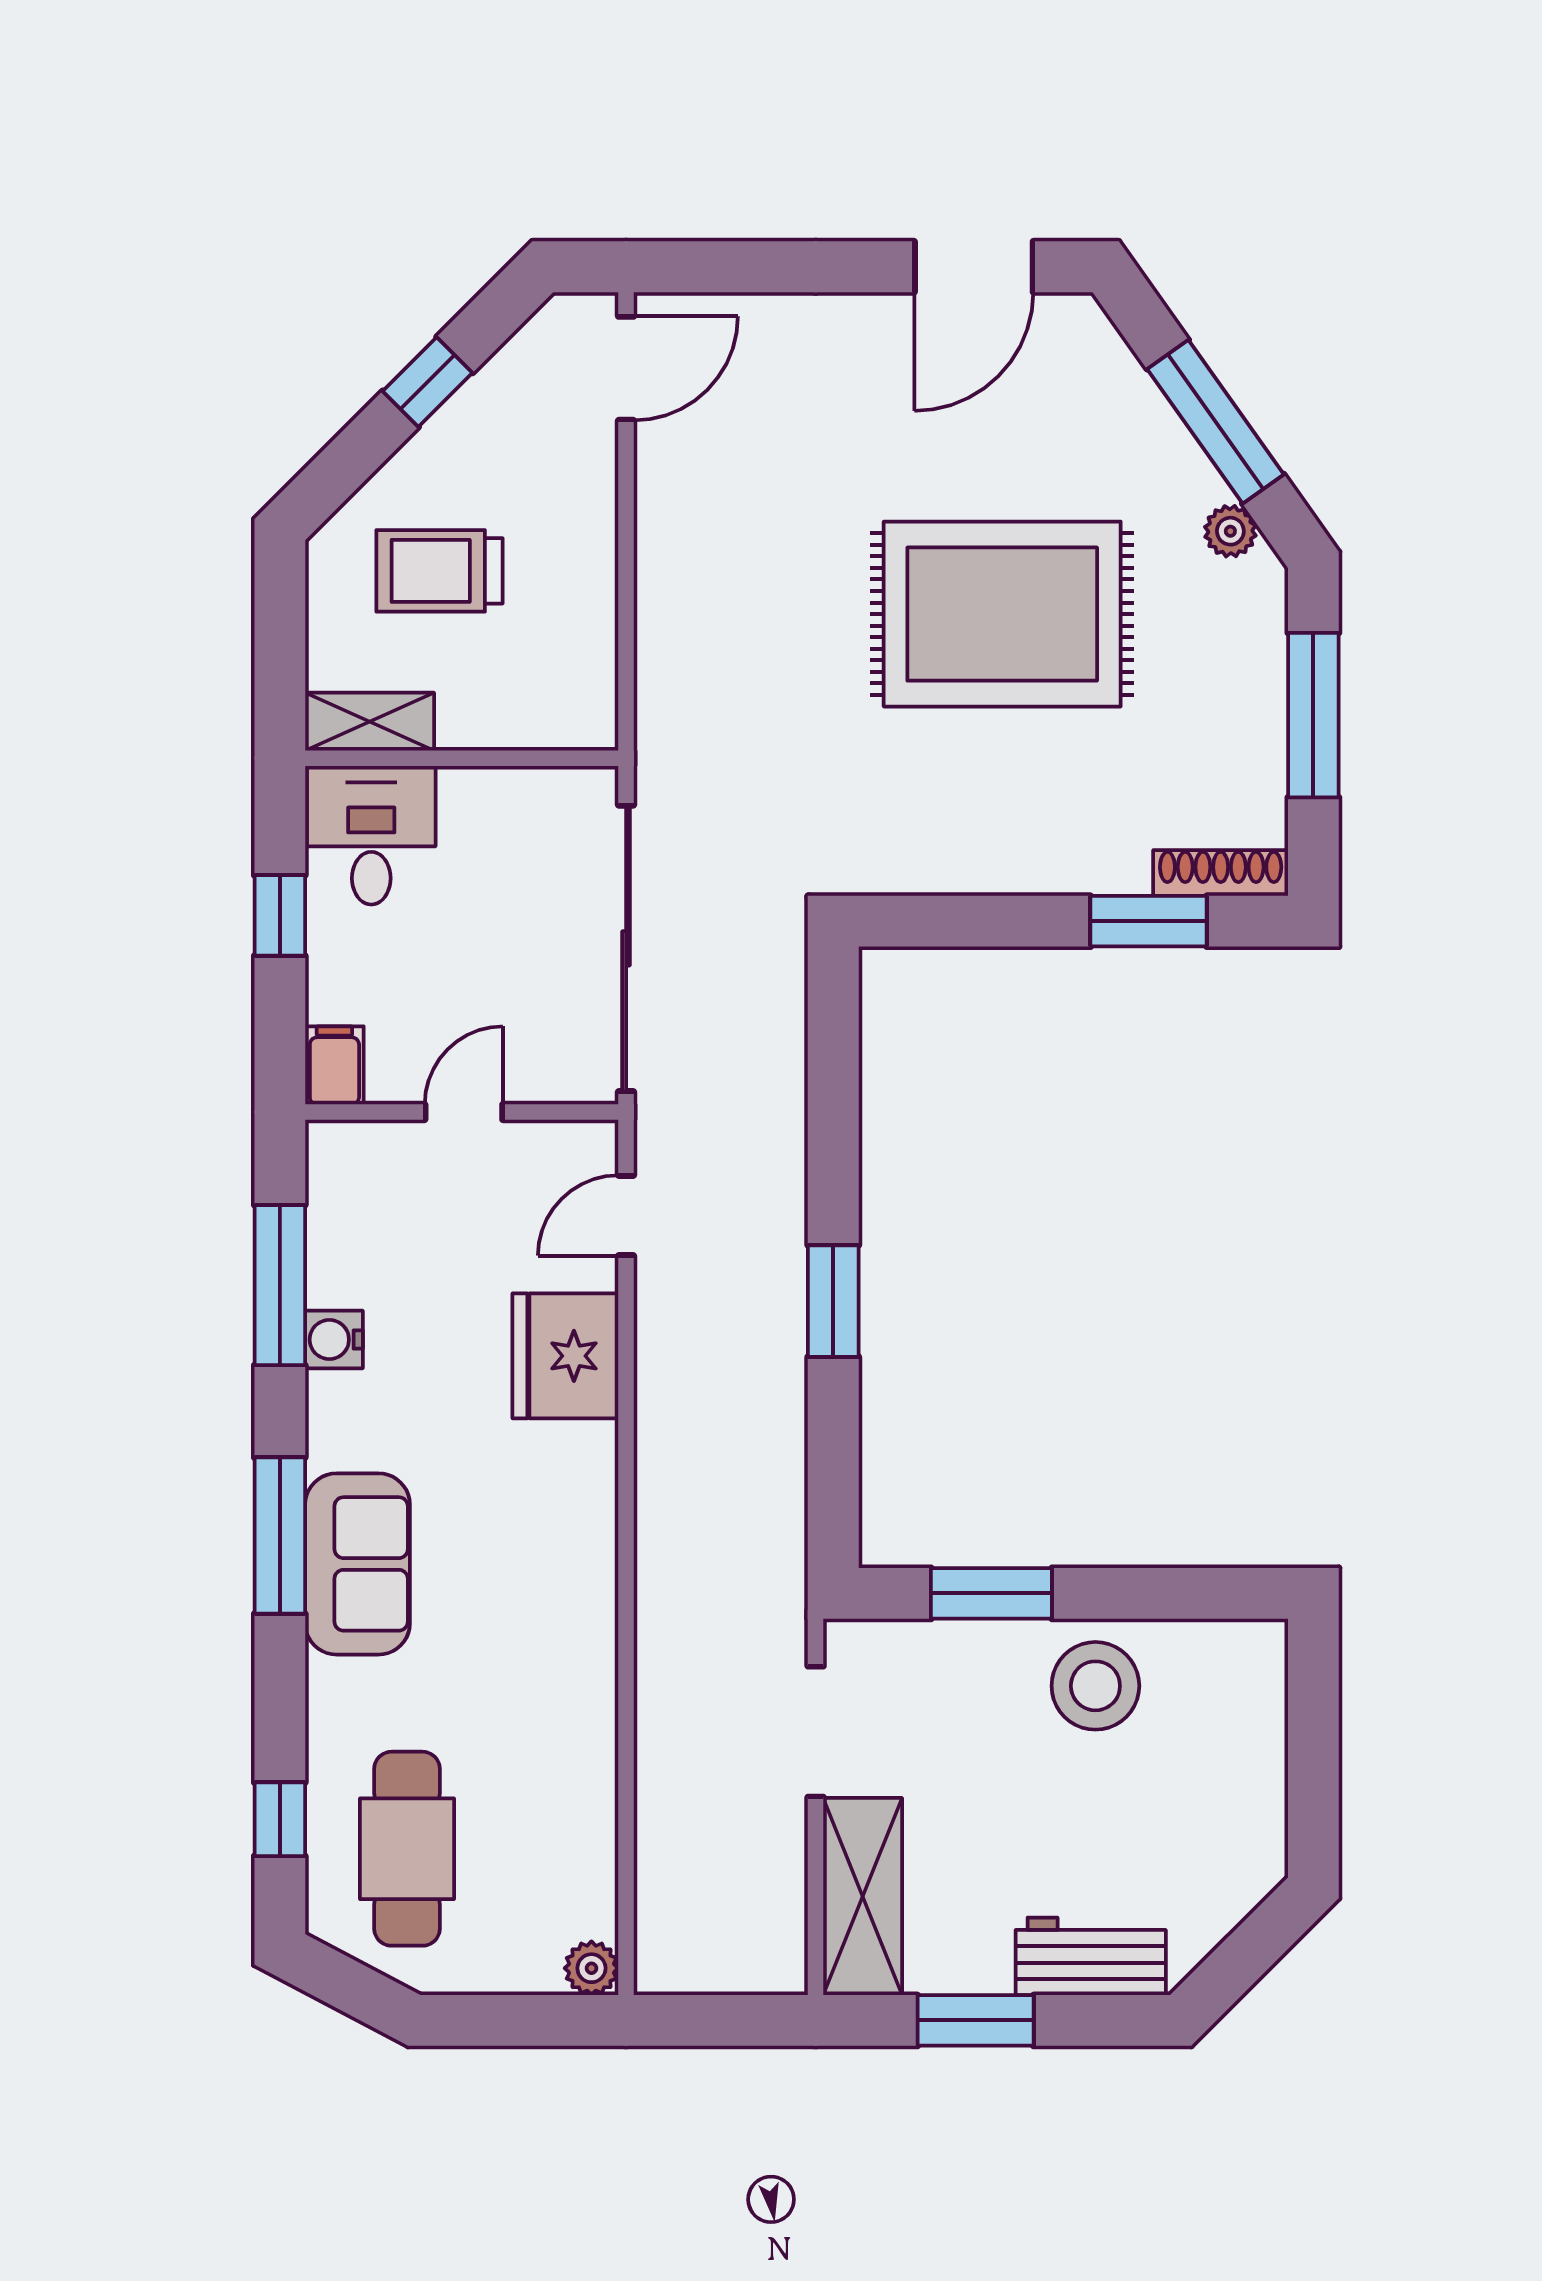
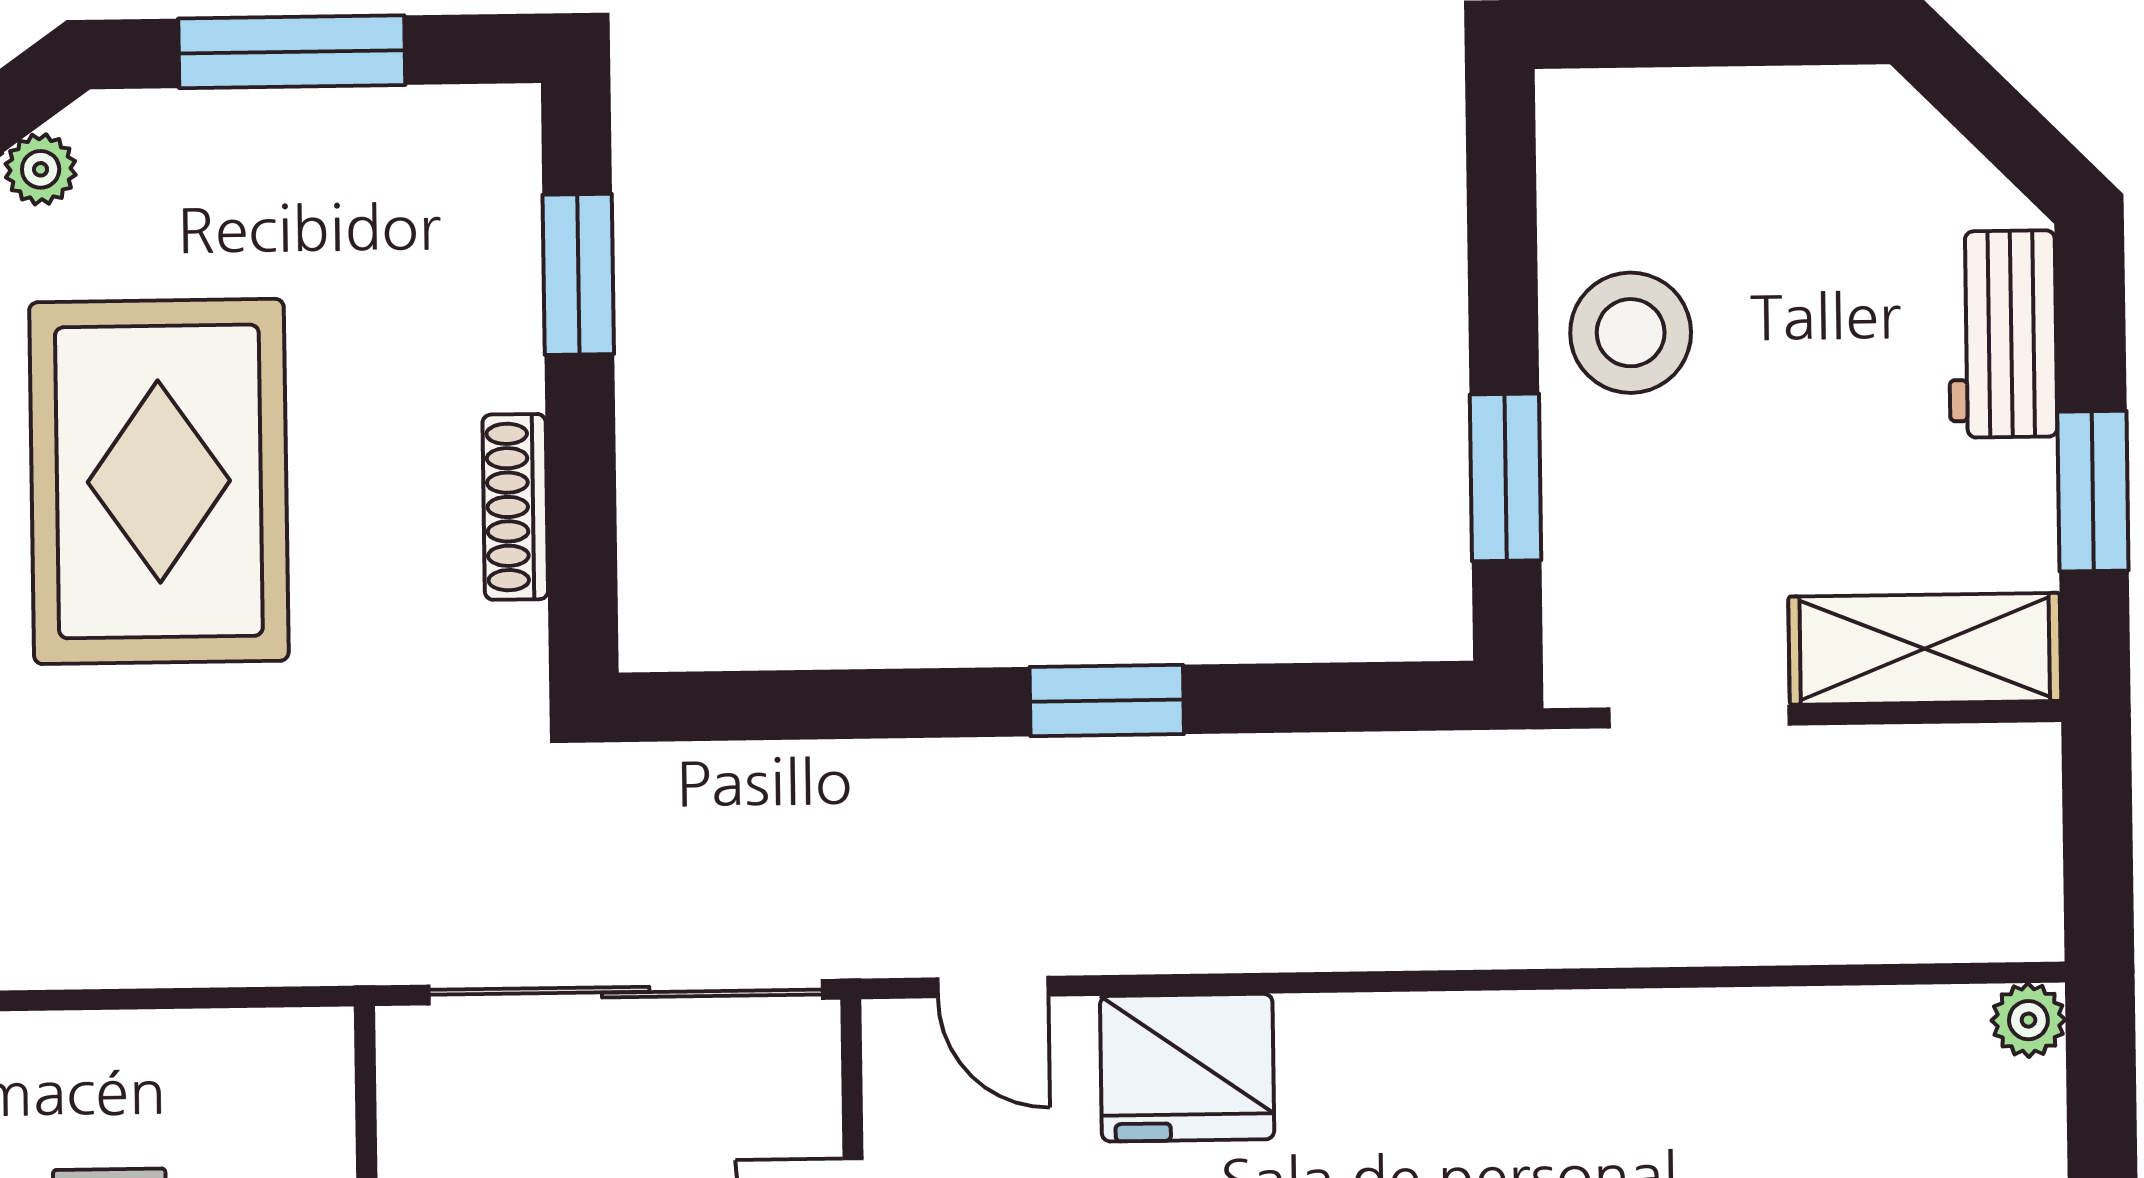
shoe rack: (1221, 873) -> (515, 507), moved

